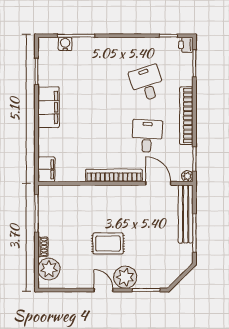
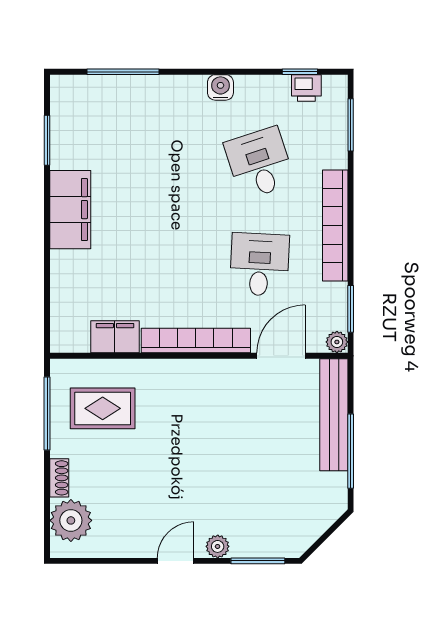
water cooler: (65, 44) -> (220, 87), moved
printer: (186, 45) -> (306, 88), moved, turned -90
filing cabinet: (46, 169) -> (115, 337), moved, turned -90
door: (158, 183) -> (281, 356), hinge flipped
rug: (108, 244) -> (103, 408), moved
plant: (125, 277) -> (218, 546), width x0.53, depth x0.53
door: (103, 290) -> (176, 561), hinge flipped

